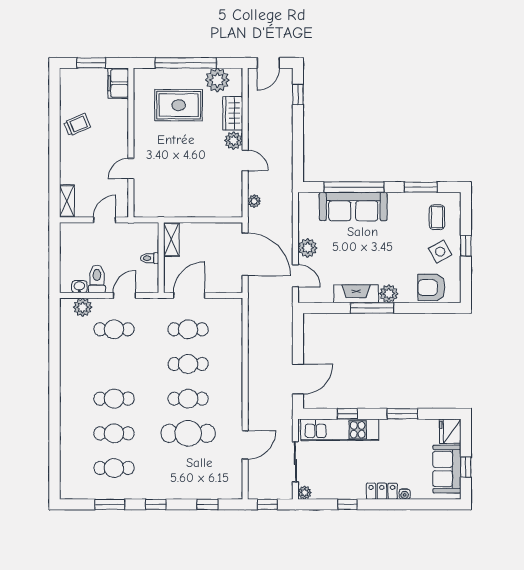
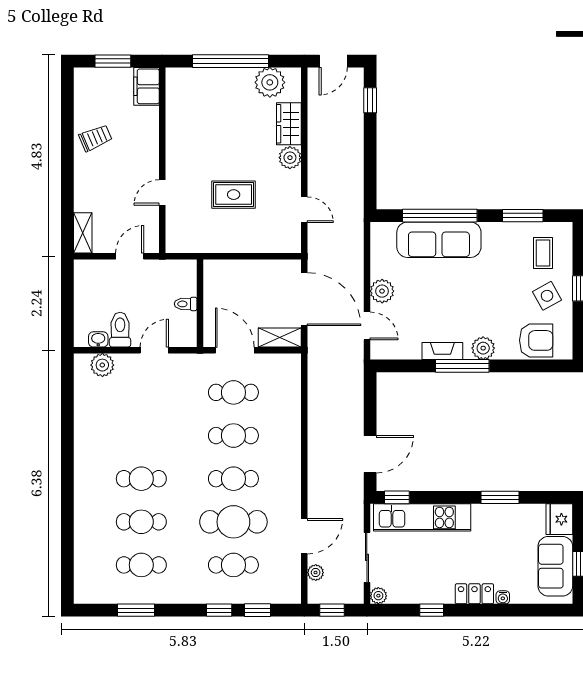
rug: (179, 105) -> (234, 195), moved, width x0.73, depth x0.70
door: (245, 160) -> (304, 210), moved
plant: (254, 201) -> (316, 573), moved
shelving: (171, 240) -> (280, 338), moved, turned 90
armchair: (431, 288) -> (536, 340), turned 180
fireplace: (356, 294) -> (442, 351), width x0.73, depth x0.76
door: (189, 295) -> (235, 350), hinge flipped
cafe table: (114, 329) -> (233, 565), moved
window: (347, 414) -> (397, 497), moved
window: (156, 504) -> (219, 610), moved

